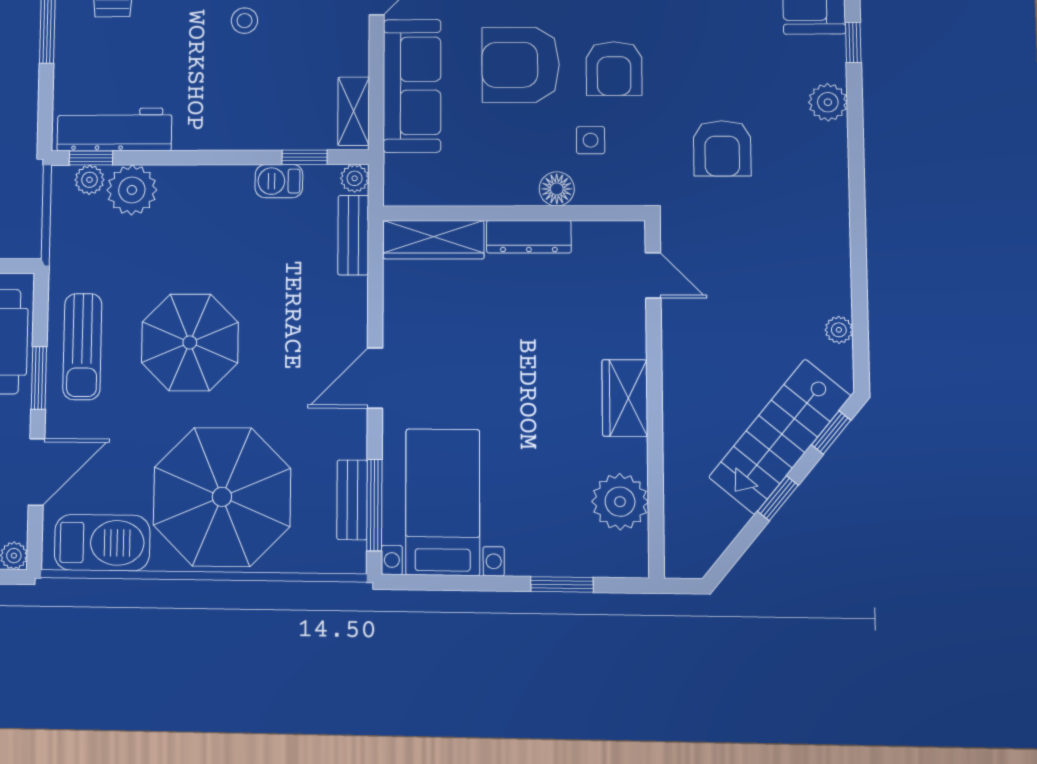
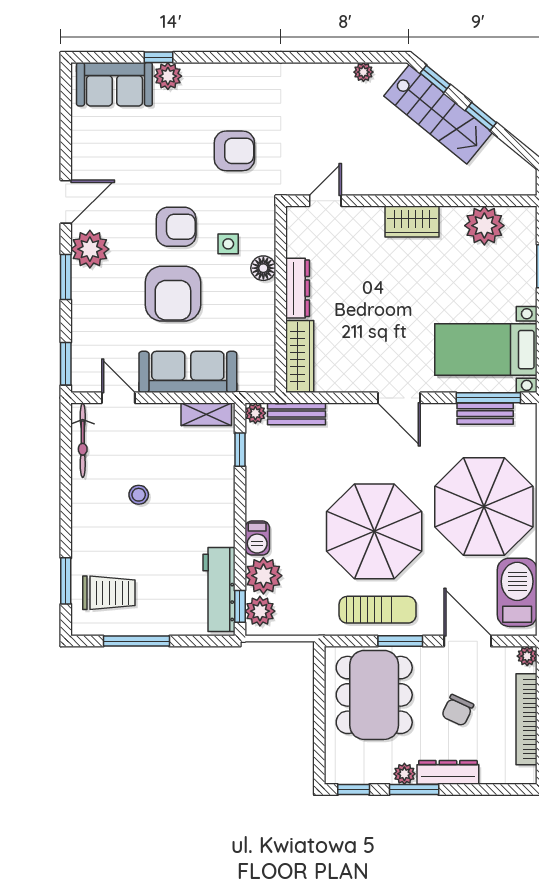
plant: (828, 102) -> (168, 76), moved
plant: (90, 180) -> (260, 611), width x1.38, depth x1.38
barbecue: (279, 181) -> (257, 538), moved
parasol: (190, 342) -> (374, 531), width x1.36, depth x1.36

